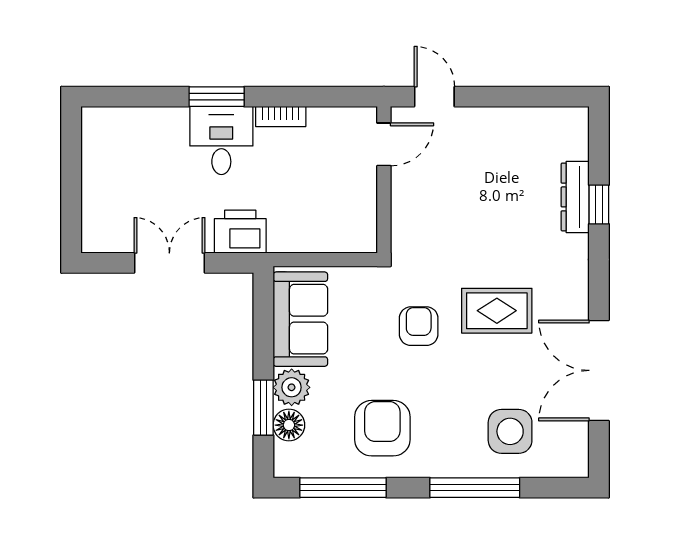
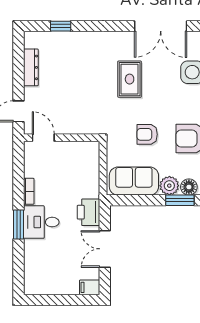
dresser: (575, 197) -> (31, 67), moved, turned -90
window: (599, 205) -> (61, 26), moved
filing cabinet: (95, 234) -> (90, 287), added
armchair: (419, 326) -> (147, 134), moved

